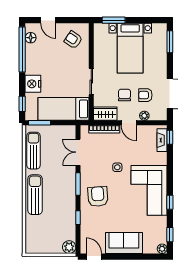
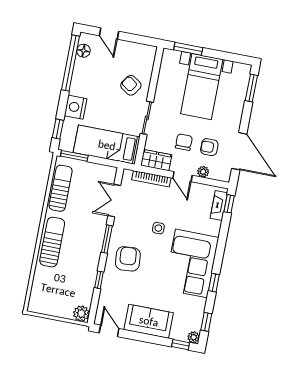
armchair: (73, 40) -> (131, 85), moved
window: (153, 257) -> (181, 345), added

